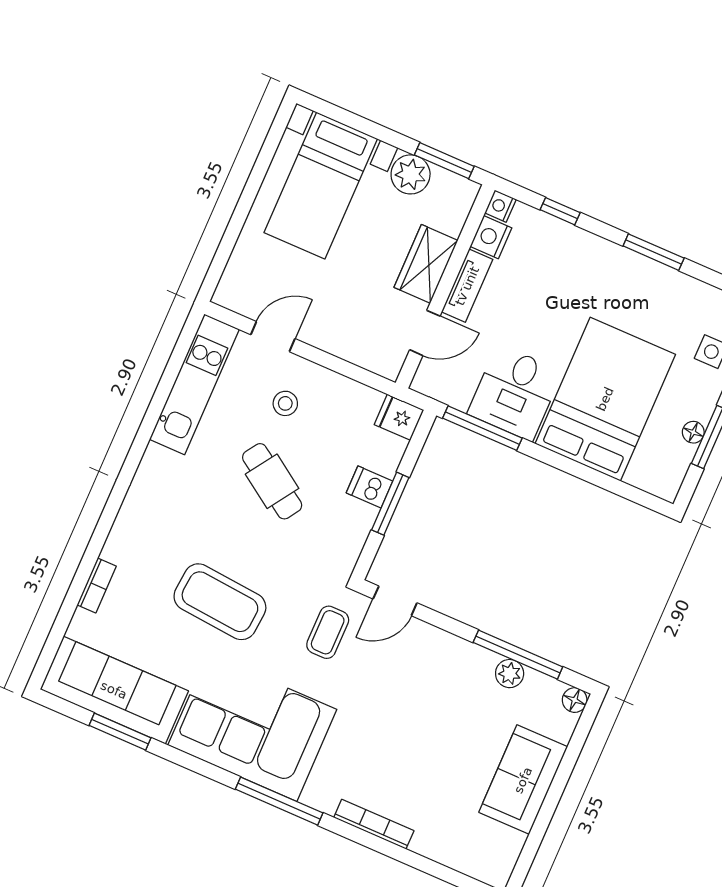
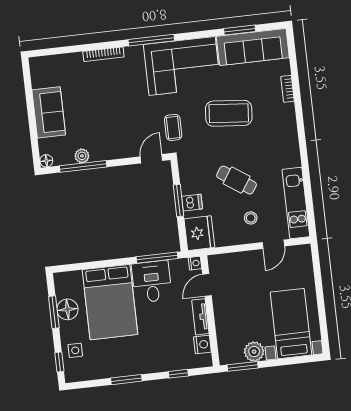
nightstand: (500, 206) -> (195, 263), moved
wardrobe: (426, 264) -> (224, 316), removed
fridge: (399, 417) -> (199, 233), width x1.88, depth x1.34
floor lamp: (693, 432) -> (67, 309), width x1.89, depth x1.89

